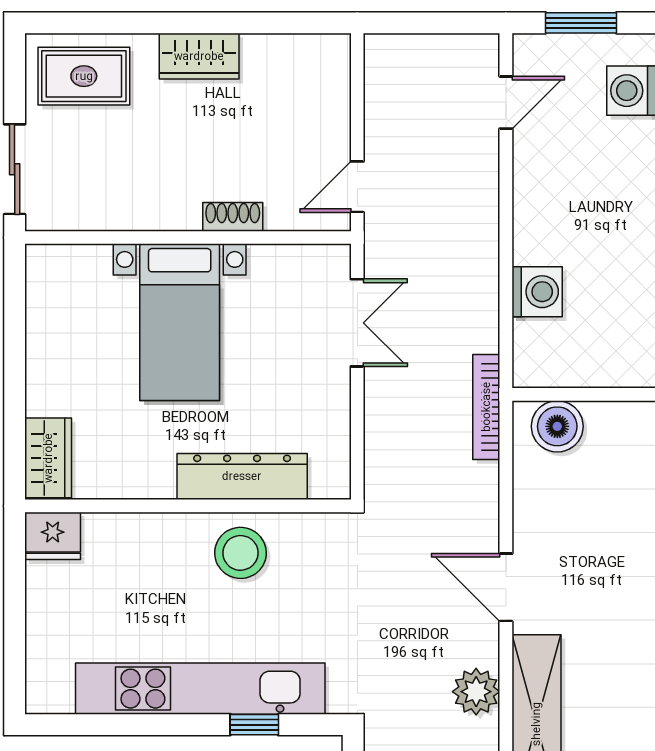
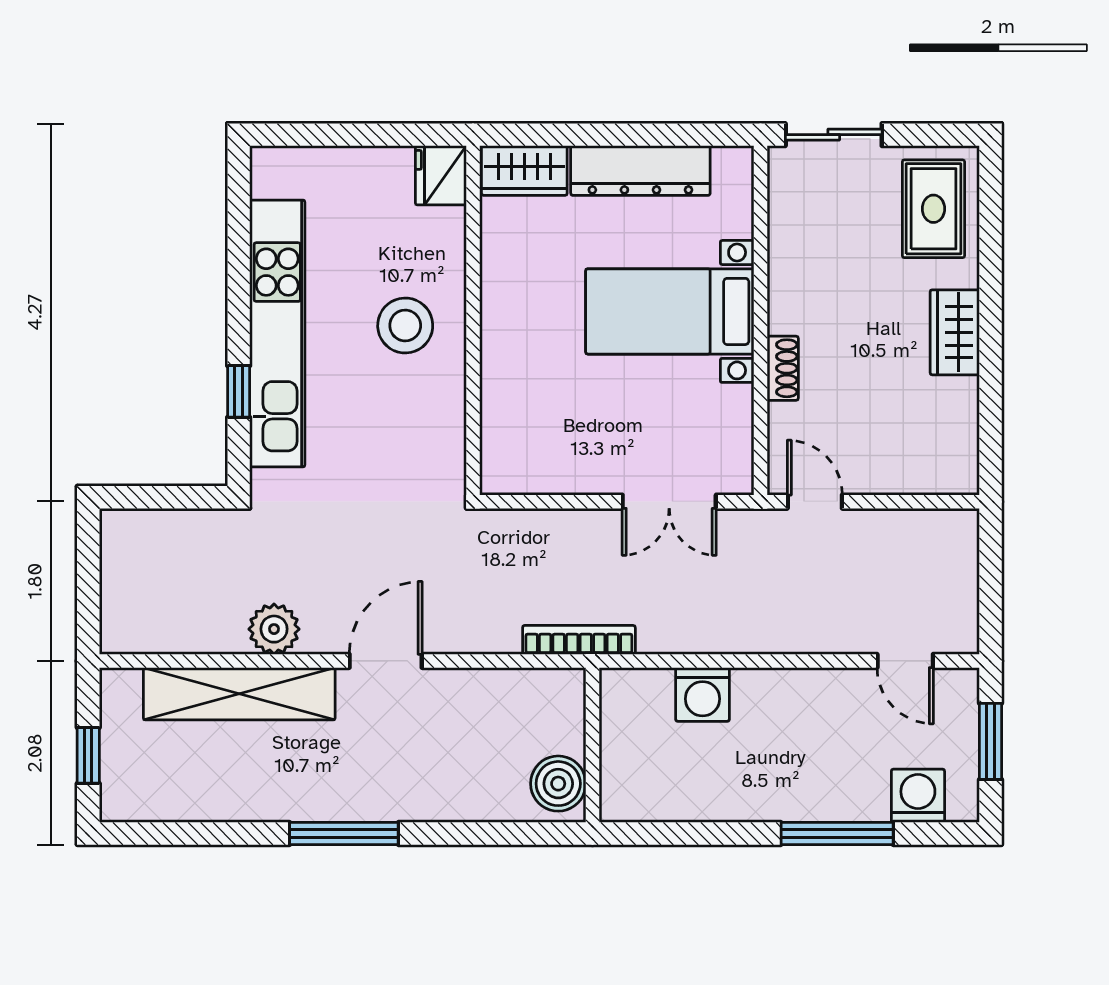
boiler: (557, 426) -> (558, 784), moved
dresser: (242, 476) -> (640, 171), moved, turned 90
stool: (240, 553) -> (405, 325), moved

